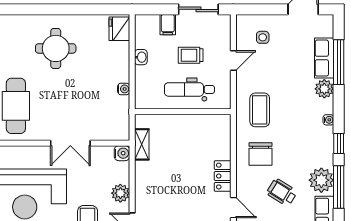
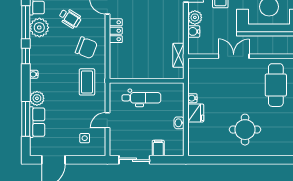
fridge: (119, 29) -> (196, 113), moved
trolley: (191, 55) -> (140, 124), removed
water cooler: (122, 153) -> (194, 31), moved
chair: (261, 154) -> (86, 48), turned 111

